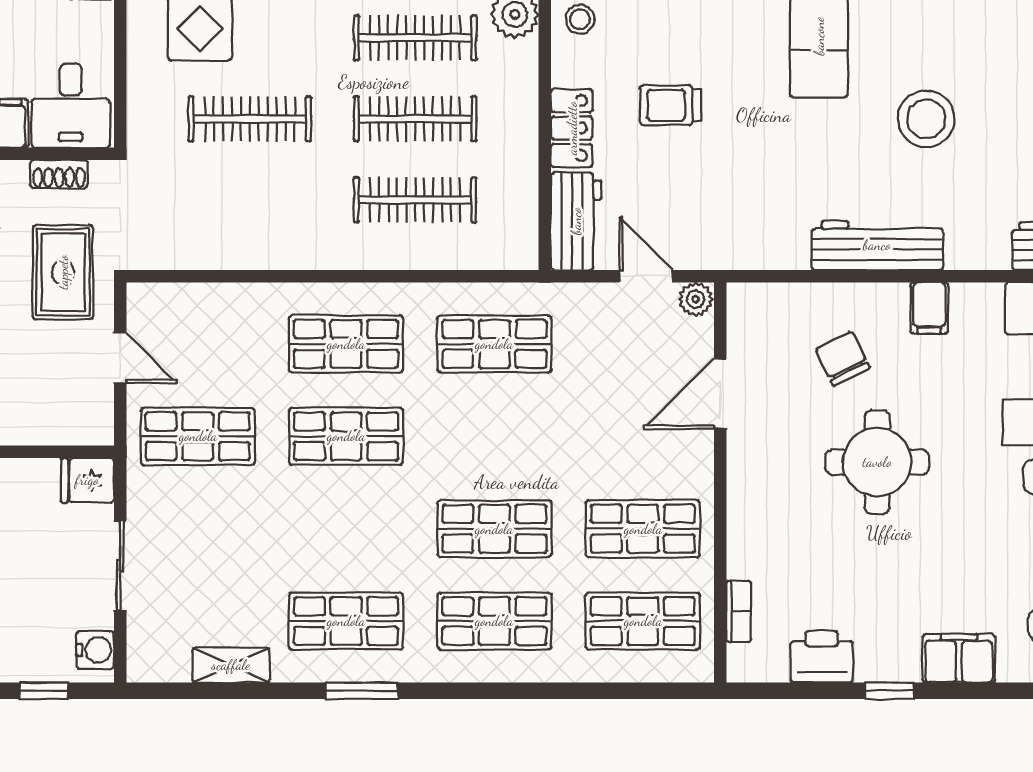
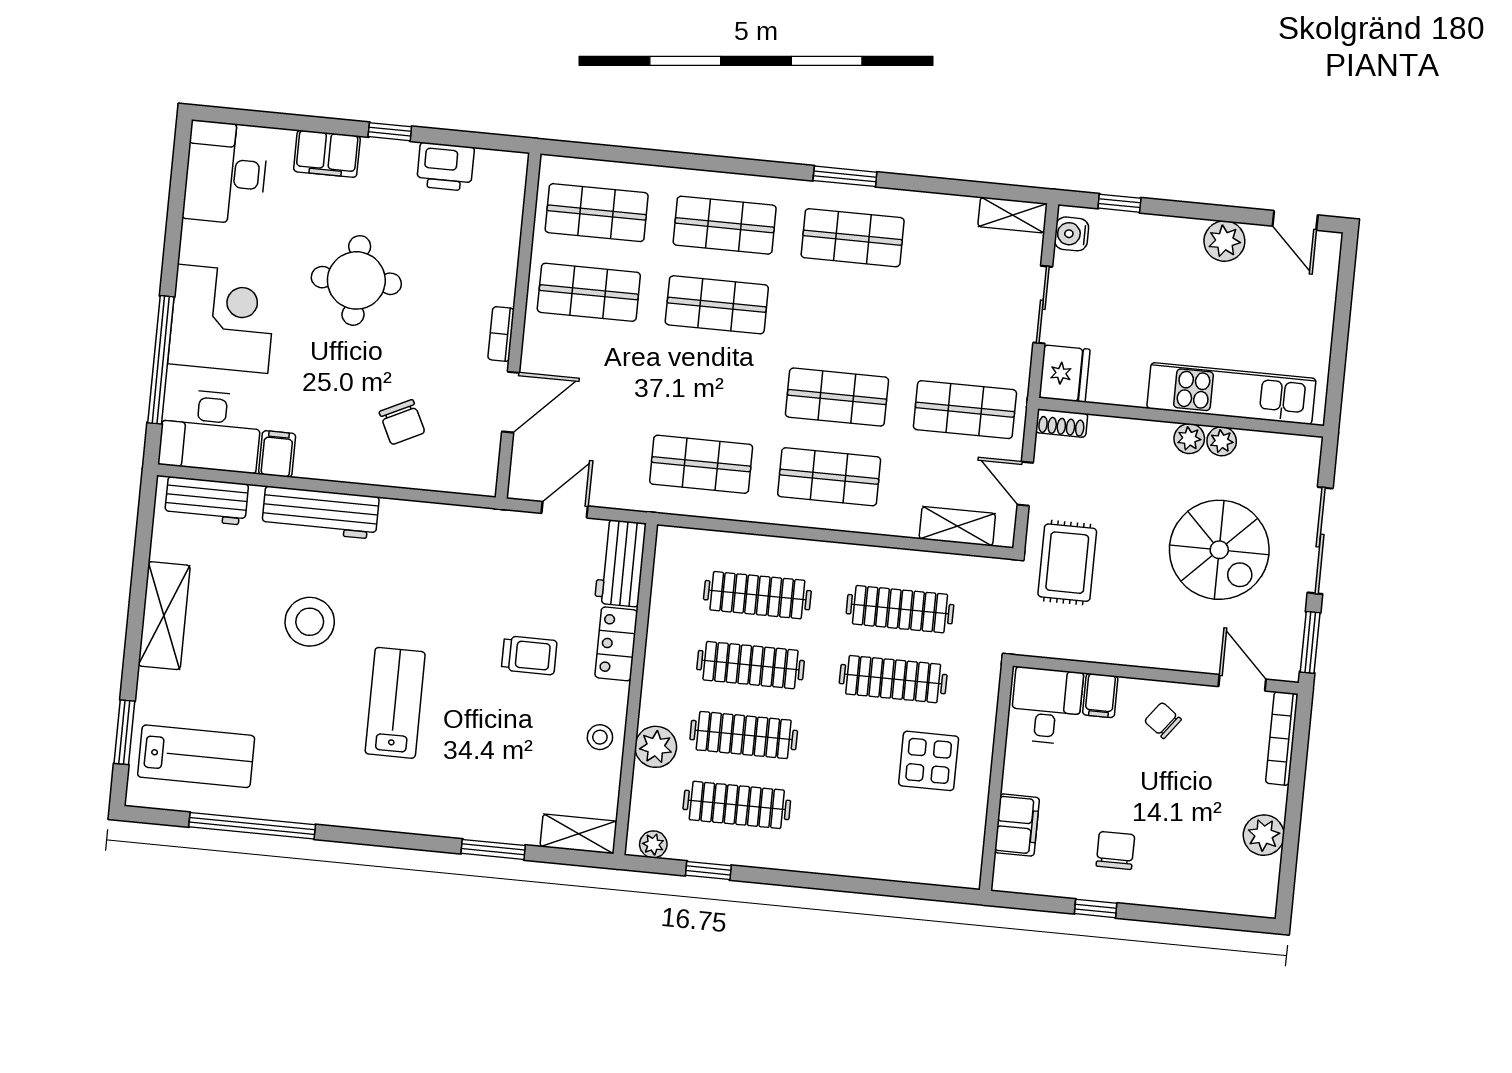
shoe rack: (59, 174) -> (1062, 423), moved, turned 180
clothes rail: (250, 200) -> (900, 609), added
workbench: (877, 245) -> (320, 513), moved
door: (646, 276) -> (565, 510), swing flipped
plant: (696, 299) -> (524, 486), removed
shelving: (193, 302) -> (957, 526), added
filing cabinet: (929, 308) -> (277, 454), moved
round table: (877, 462) -> (356, 280), moved
fridge: (87, 480) -> (1065, 374), width x1.38
bookcase: (739, 611) -> (501, 334), moved
shelving: (231, 665) -> (1013, 215), moved

